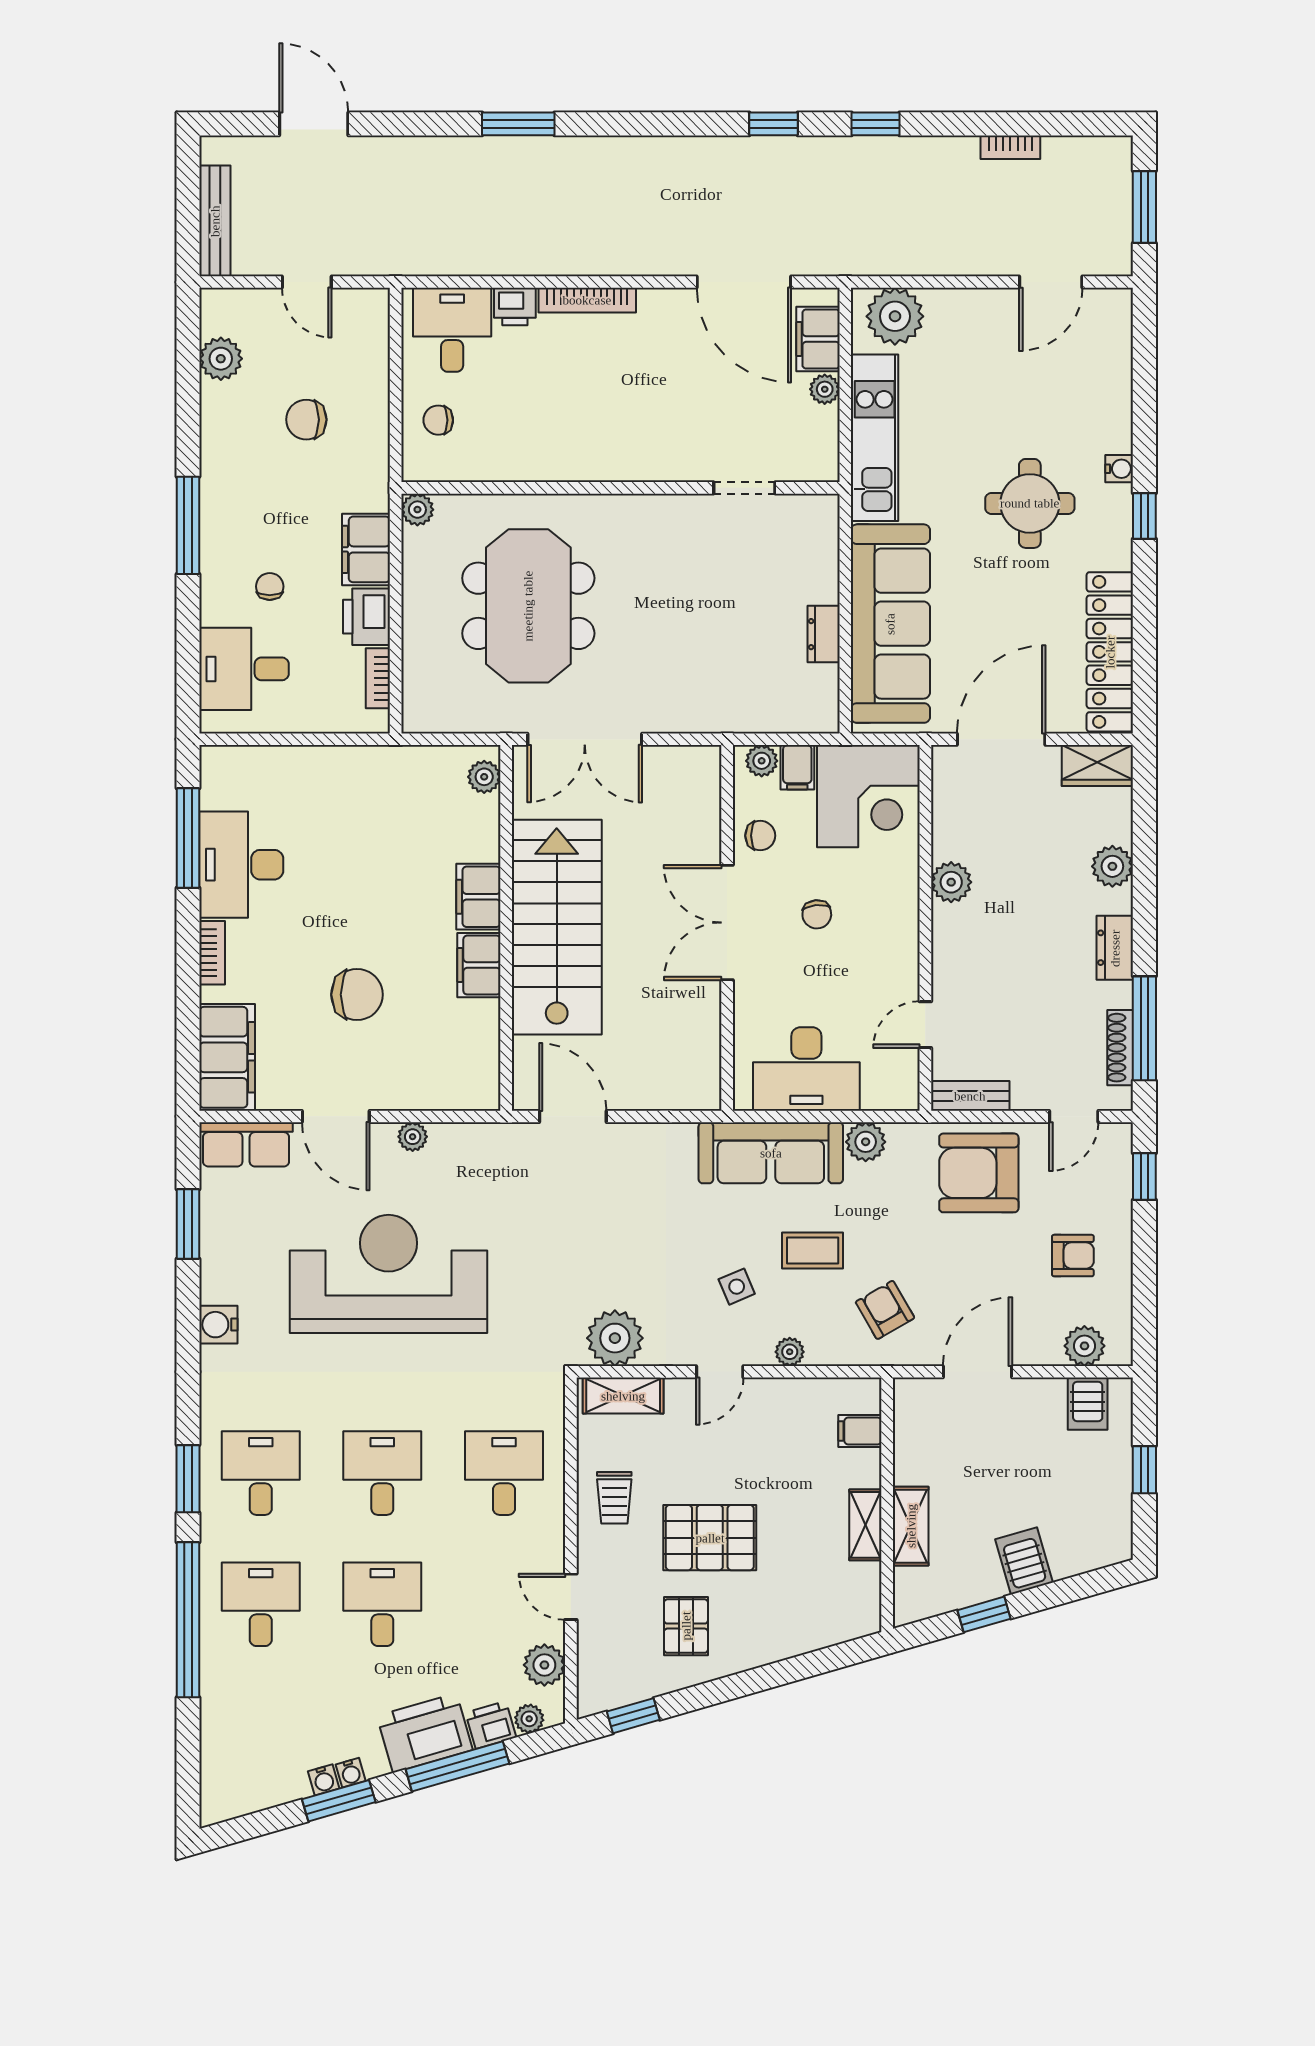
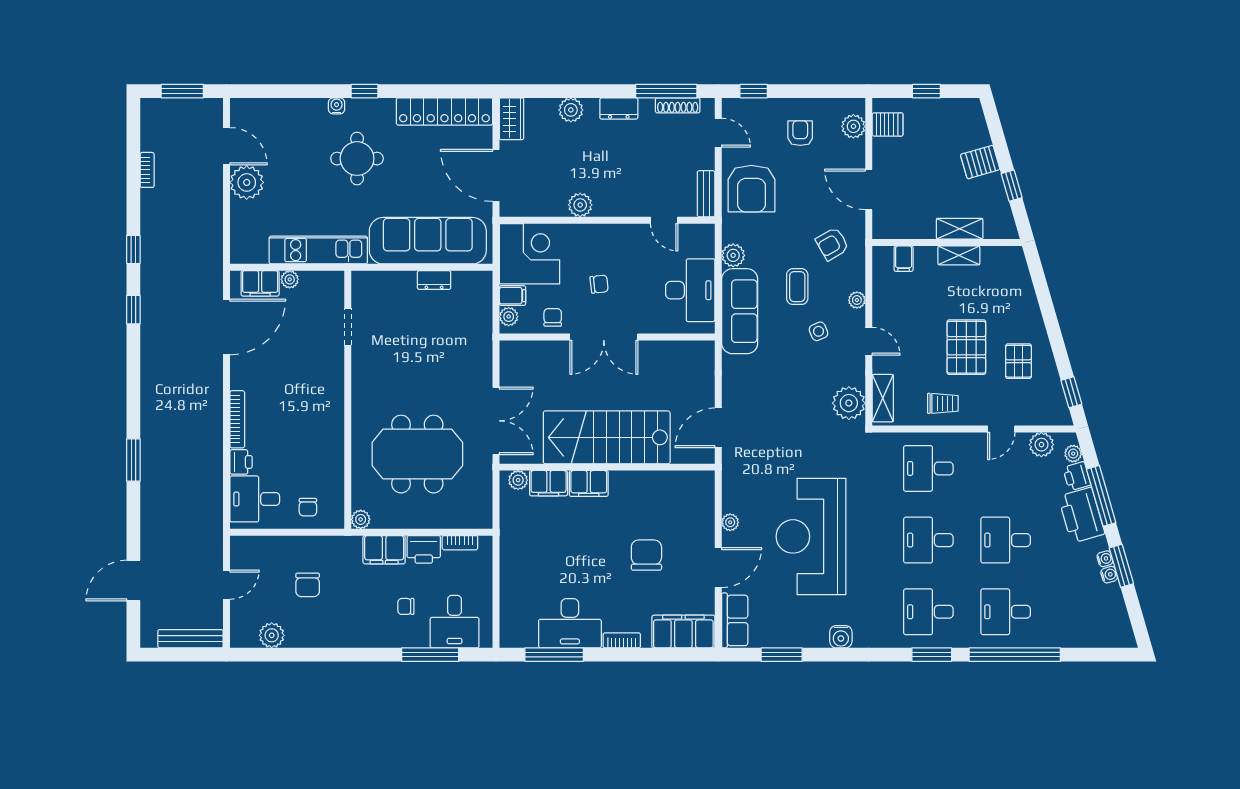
plant: (895, 316) -> (247, 182), moved
window: (188, 525) -> (430, 655), moved
filing cabinet: (479, 965) -> (549, 483), moved
pallet: (686, 1626) -> (1019, 361), turned 90

